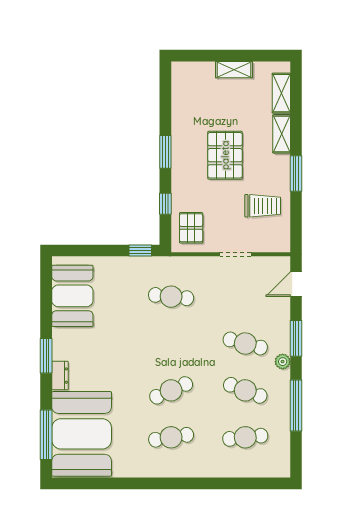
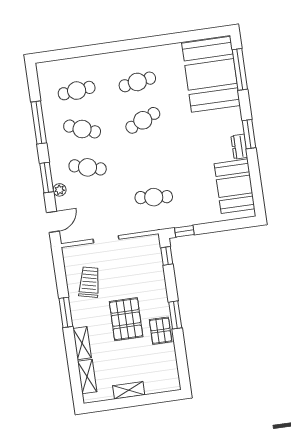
window: (165, 204) -> (167, 256), moved
trolley: (263, 206) -> (89, 282), turned 103
pallet: (191, 228) -> (161, 331), moved
plant: (283, 362) -> (60, 190), moved
dresser: (60, 376) -> (239, 147), moved

